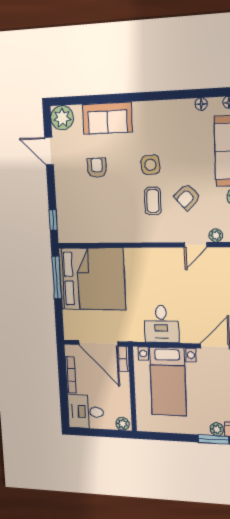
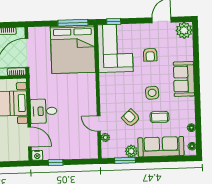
sofa: (107, 118) -> (184, 79), moved
armchair: (97, 168) -> (150, 55), turned 90
coffee table: (153, 201) -> (159, 117), moved
corner sofa: (89, 218) -> (115, 48), added
desk: (161, 324) -> (44, 111), moved

